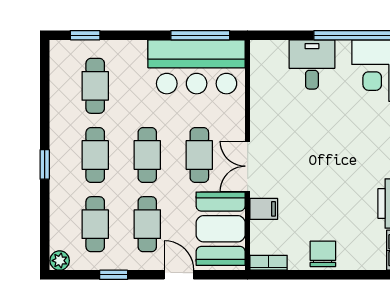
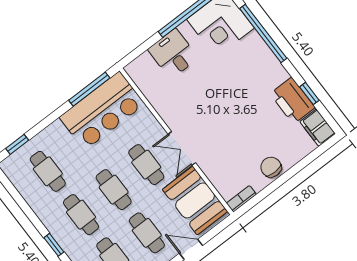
filing cabinet: (264, 209) -> (212, 167), removed

